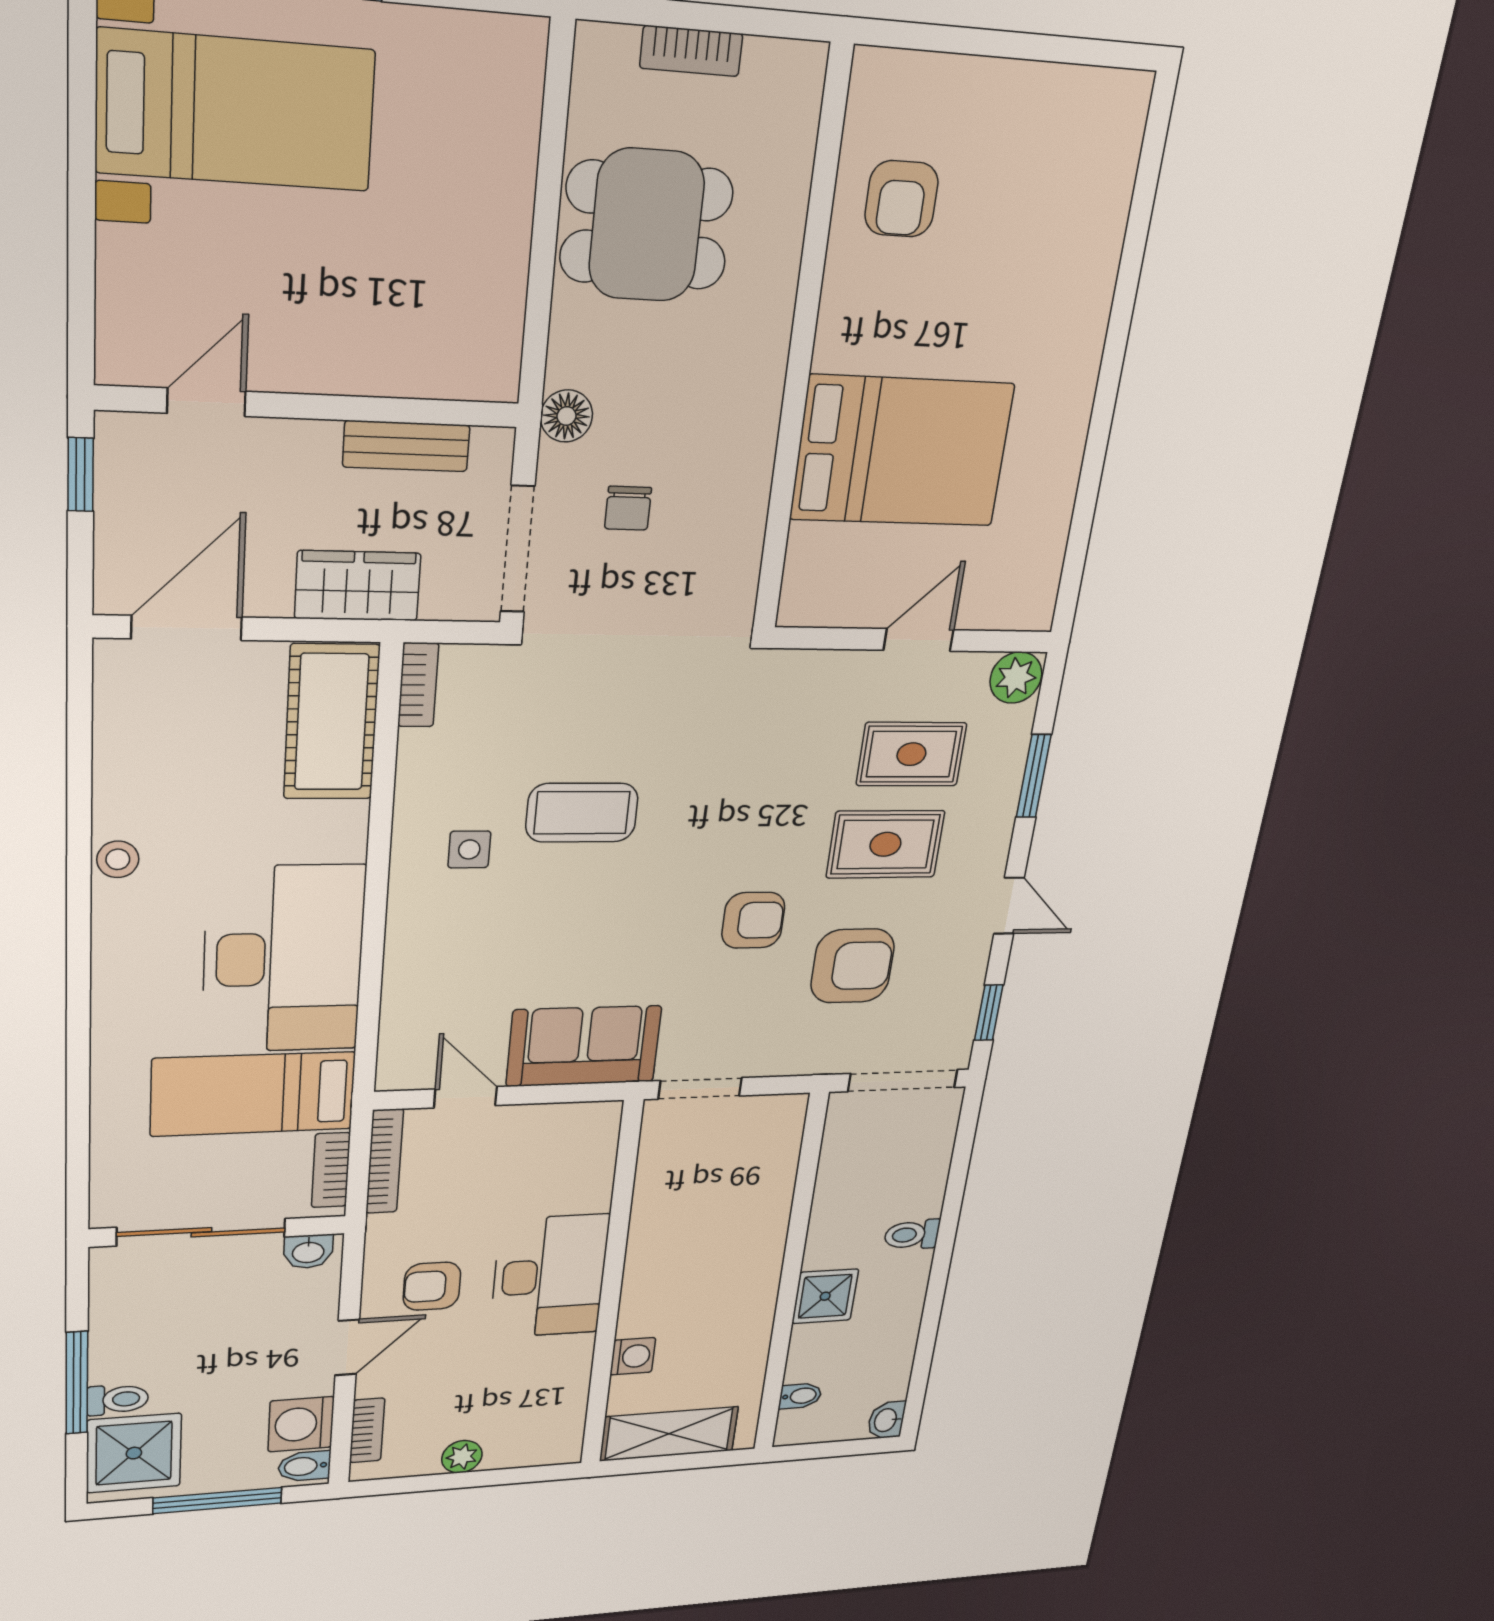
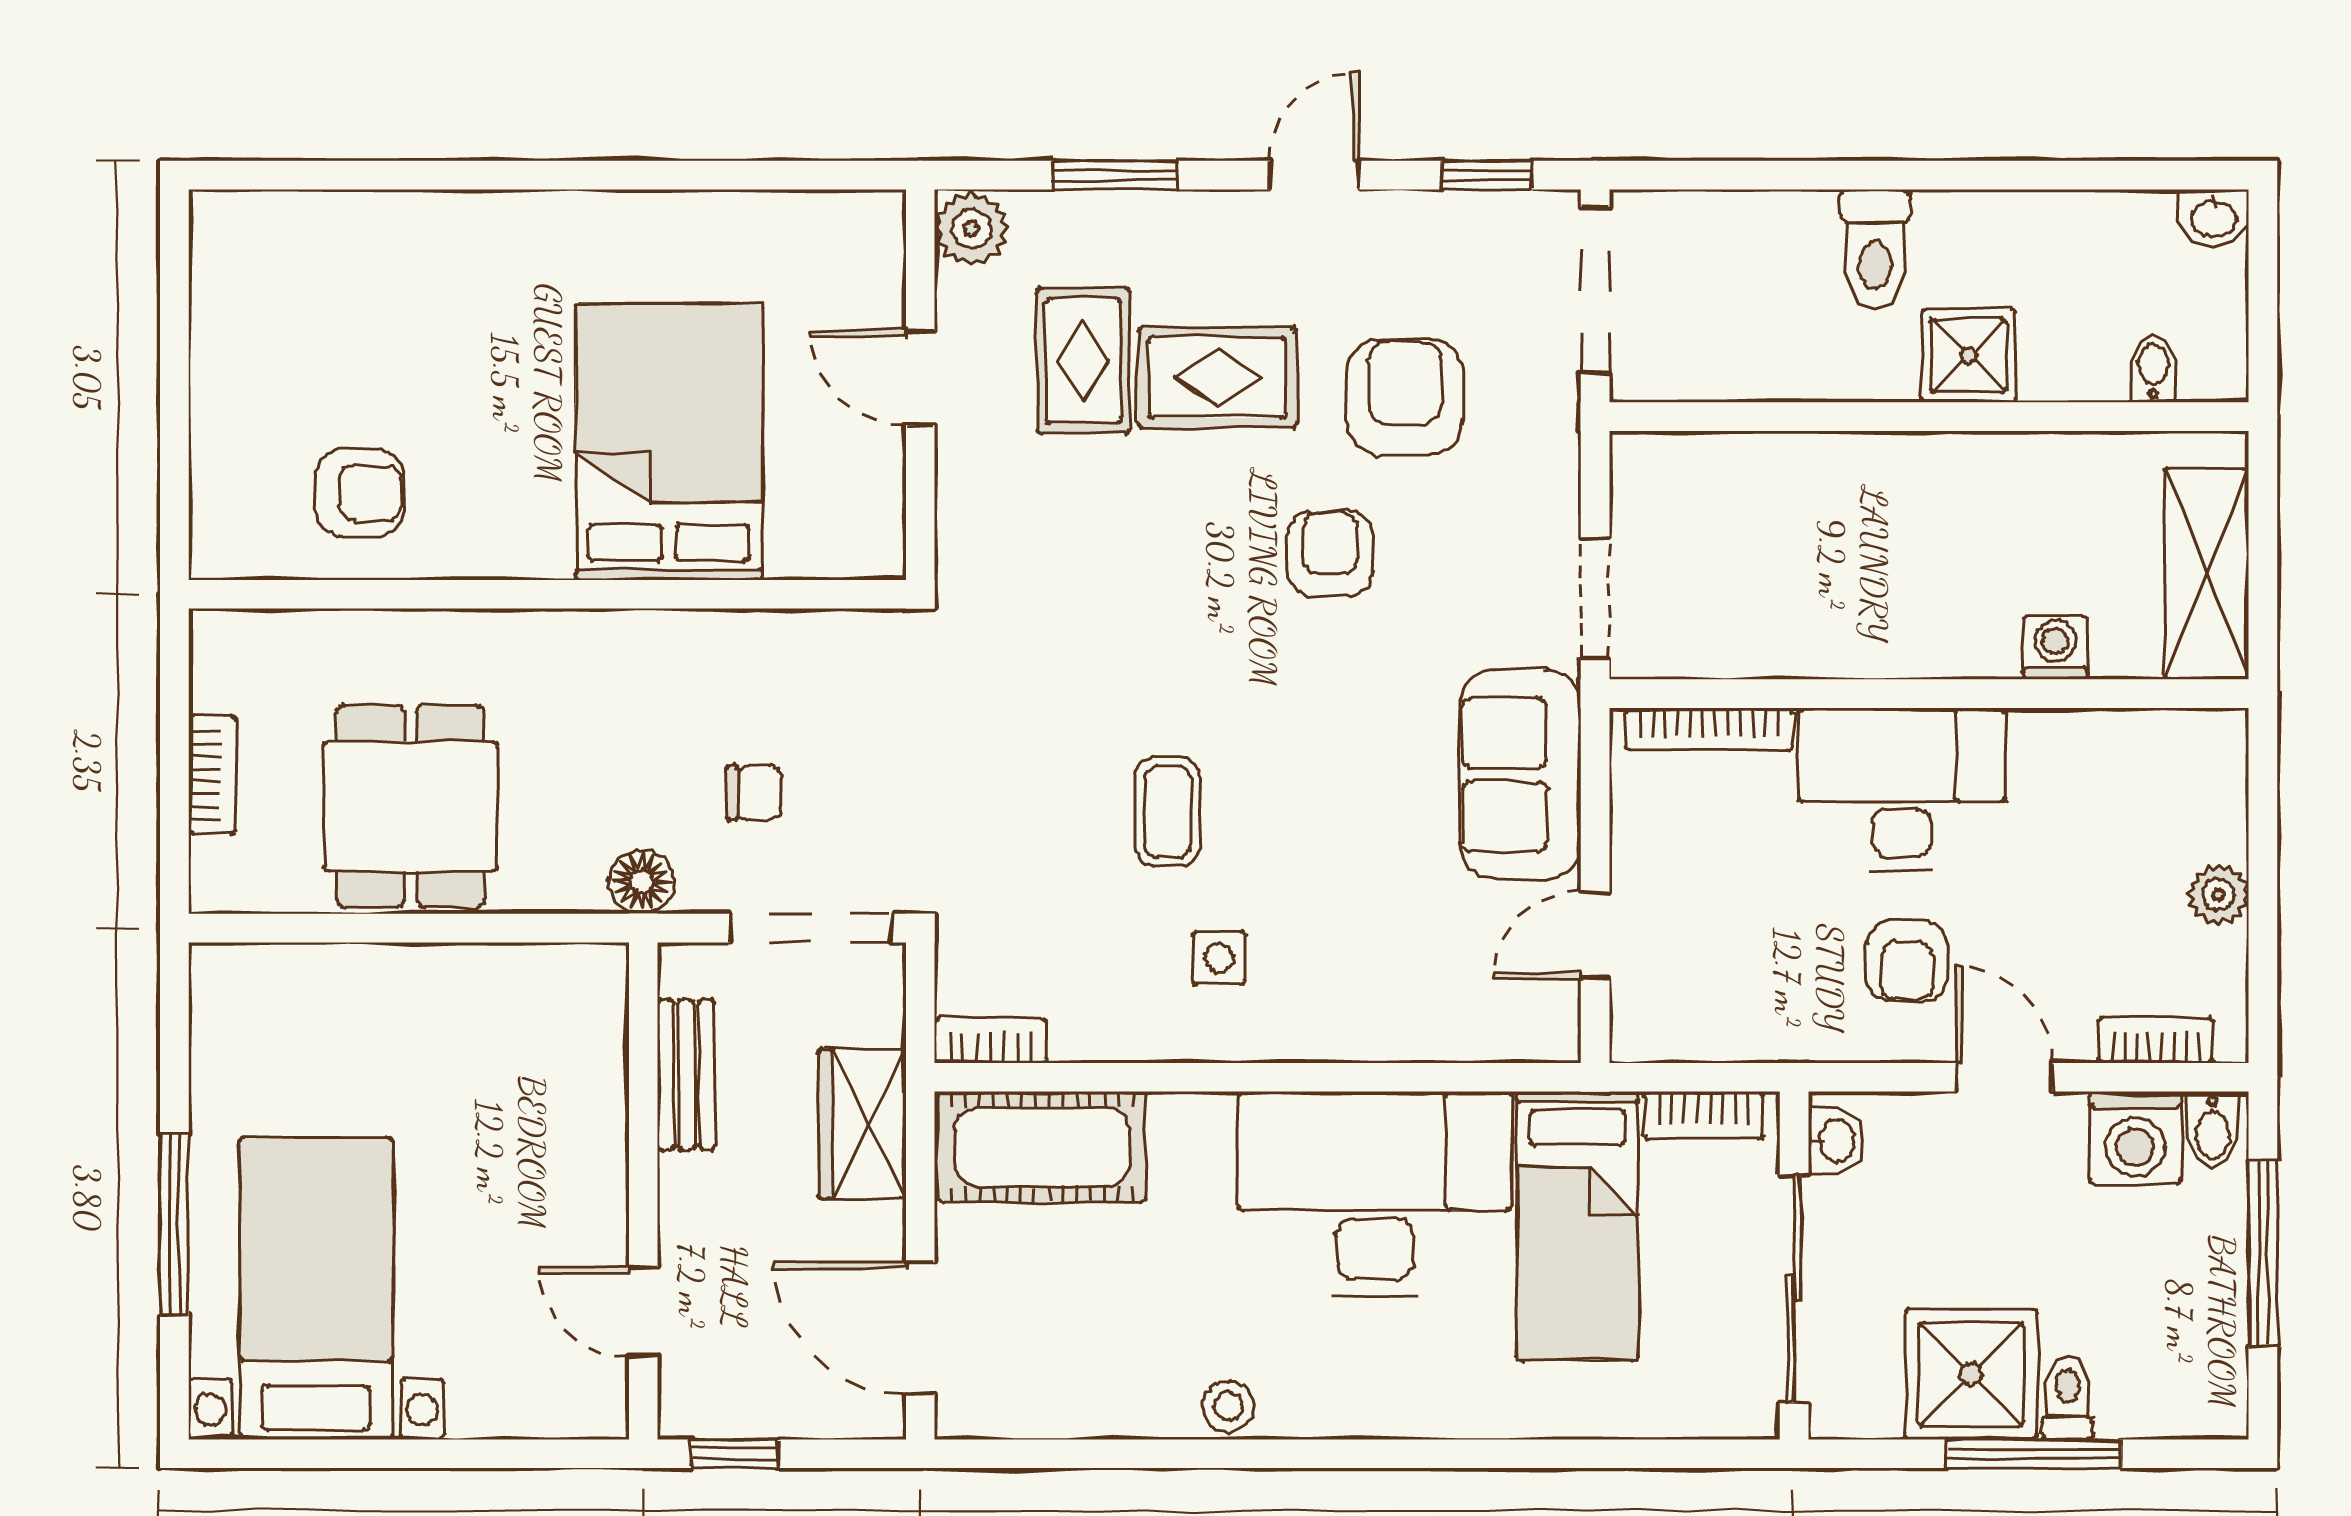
coffee table: (582, 813) -> (1167, 812), width x0.73, depth x0.77
rug: (885, 844) -> (1217, 377), turned 90
bookcase: (385, 1161) -> (1709, 729), moved, turned 180
toilet: (912, 1235) -> (1875, 249), width x1.37, depth x1.39
shower: (134, 1453) -> (1971, 1374), moved

